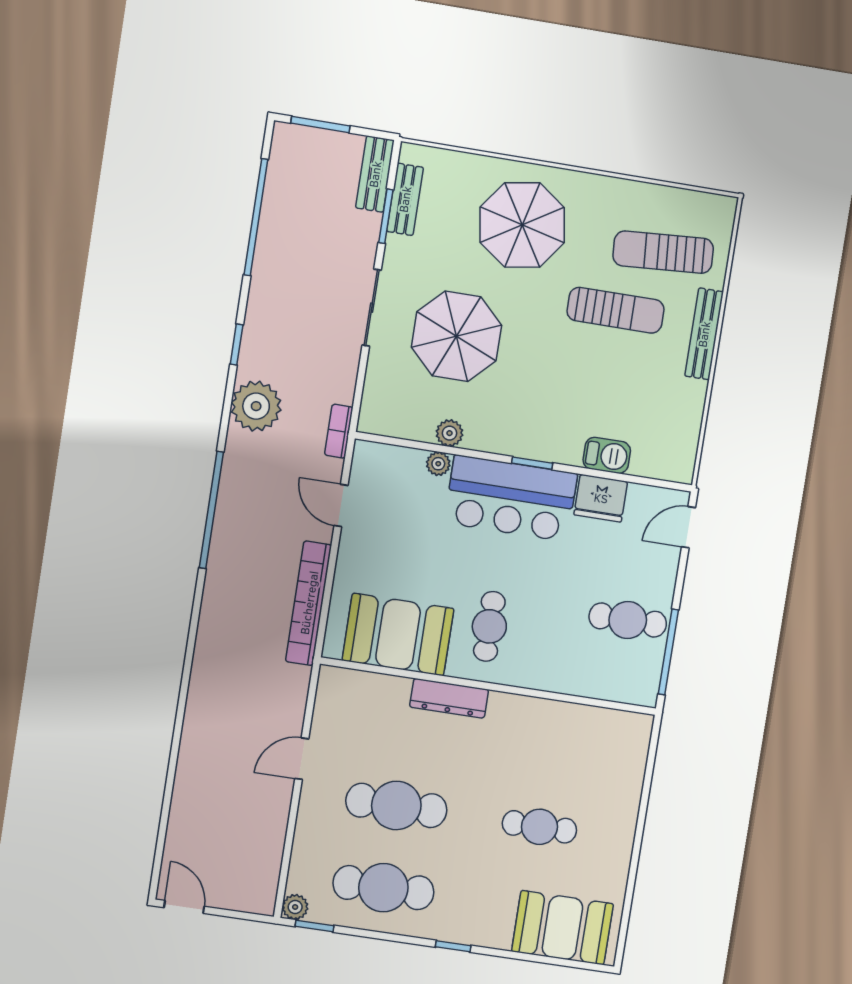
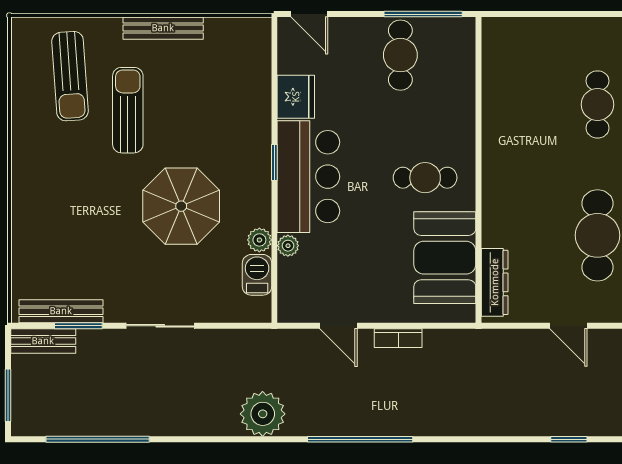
bench: (405, 199) -> (61, 311), width x1.36
parasol: (522, 225) -> (66, 205), removed
bench: (704, 334) -> (163, 28), moved
parasol: (457, 336) -> (181, 206), moved
window: (237, 344) -> (569, 439), moved
bookcase: (339, 431) -> (273, 338), removed
barbecue: (607, 455) -> (257, 275), moved
door: (341, 506) -> (338, 326), hinge flipped
bookcase: (309, 603) -> (398, 338), width x0.43, depth x0.76
dresser: (449, 698) -> (495, 282), moved

